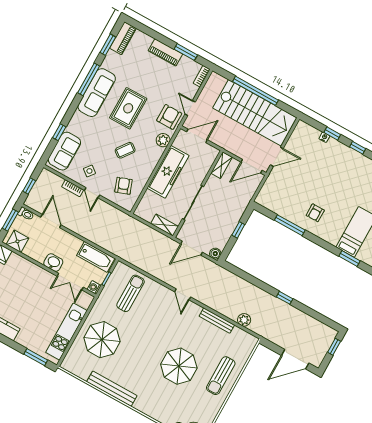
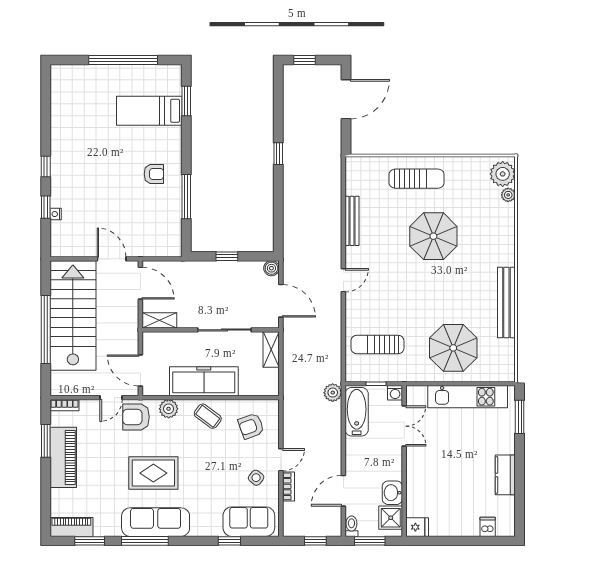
piano: (165, 52) -> (63, 457), width x1.37, depth x1.33
coffee table: (125, 150) -> (208, 416), moved
washbasin: (53, 263) -> (392, 493), moved
plant: (244, 320) -> (333, 393), moved
door: (295, 359) -> (346, 99), hinge flipped

